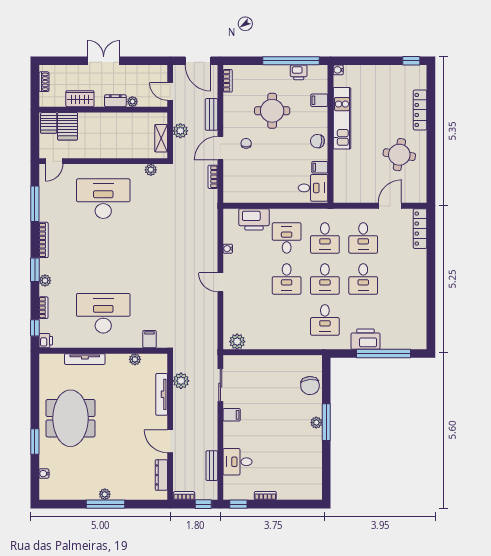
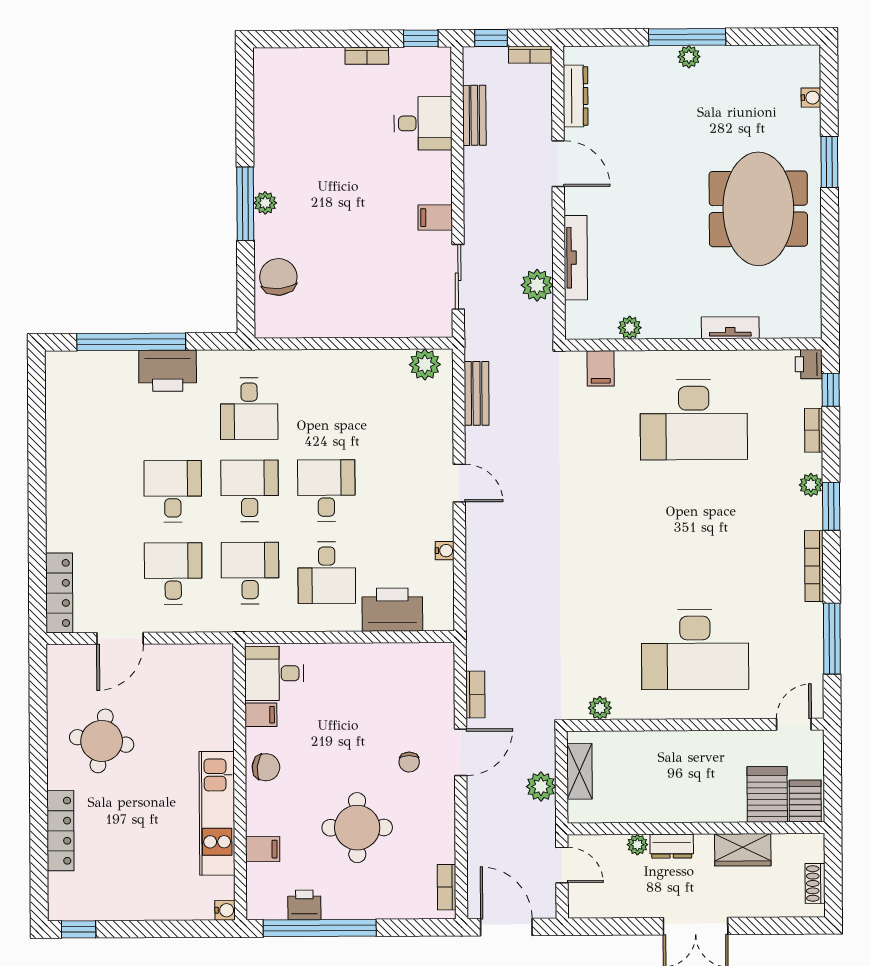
bench: (211, 114) -> (477, 393), moved
desk: (325, 320) -> (249, 409), turned 180
tv unit: (85, 359) -> (730, 328), width x0.71

